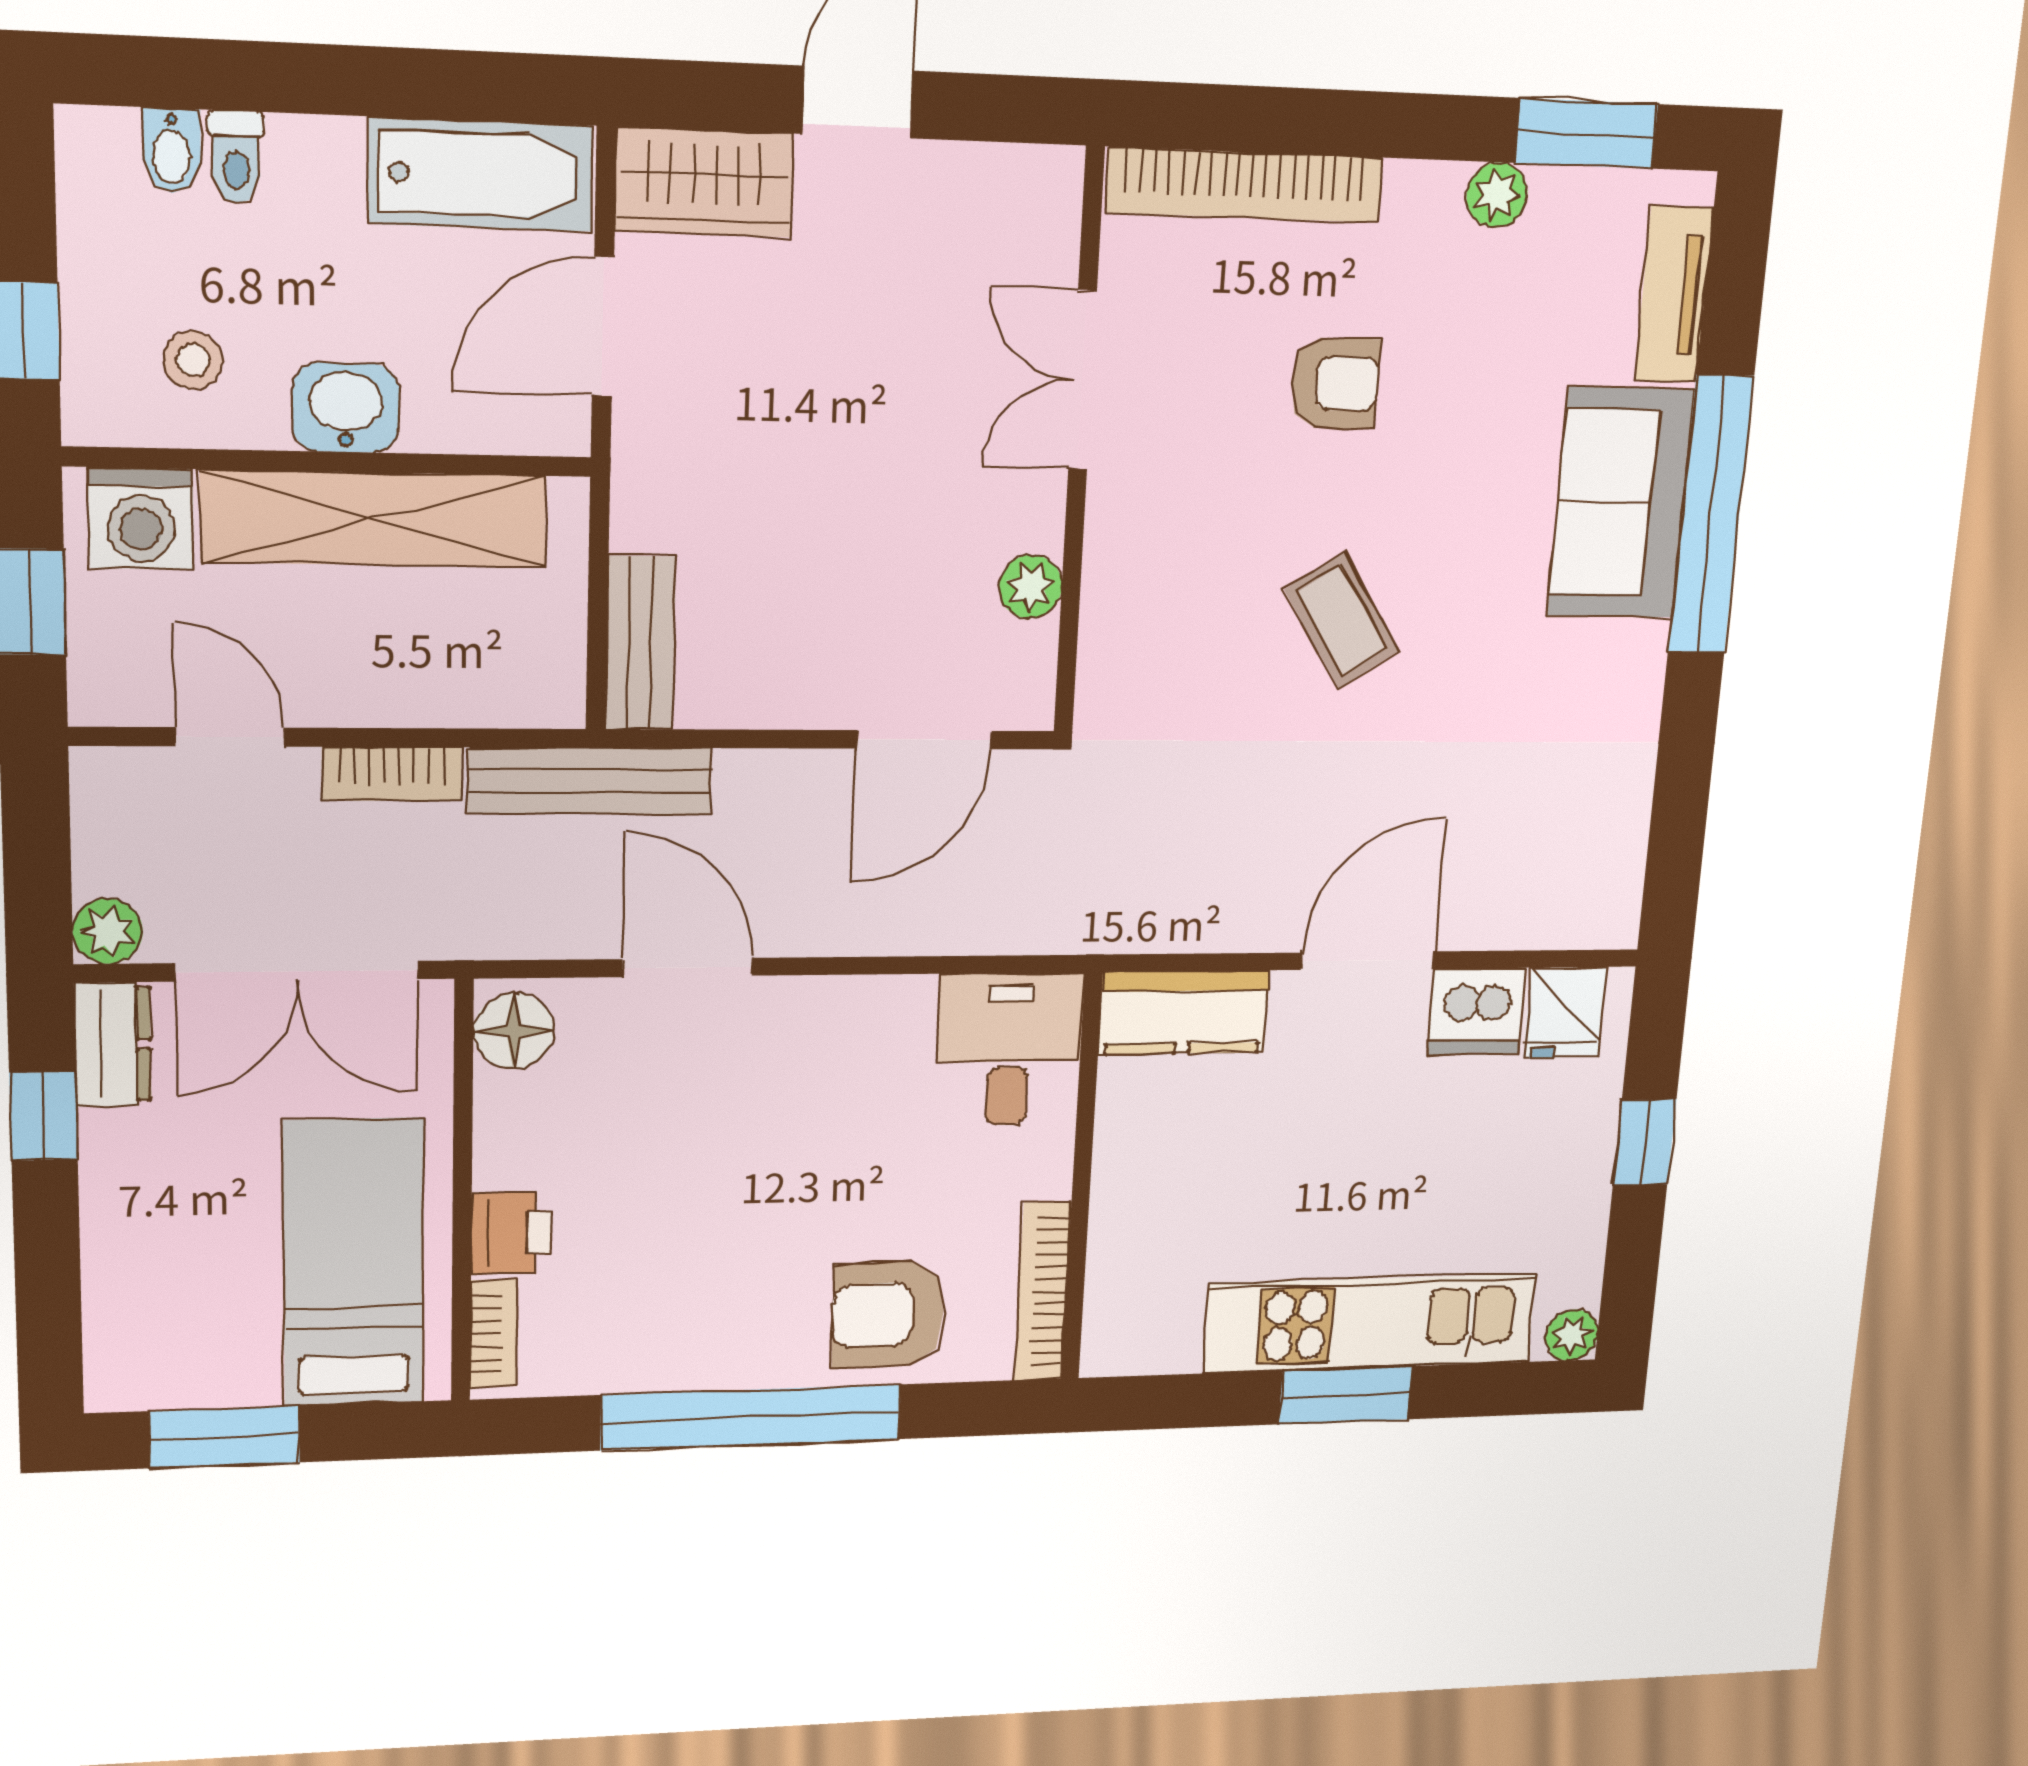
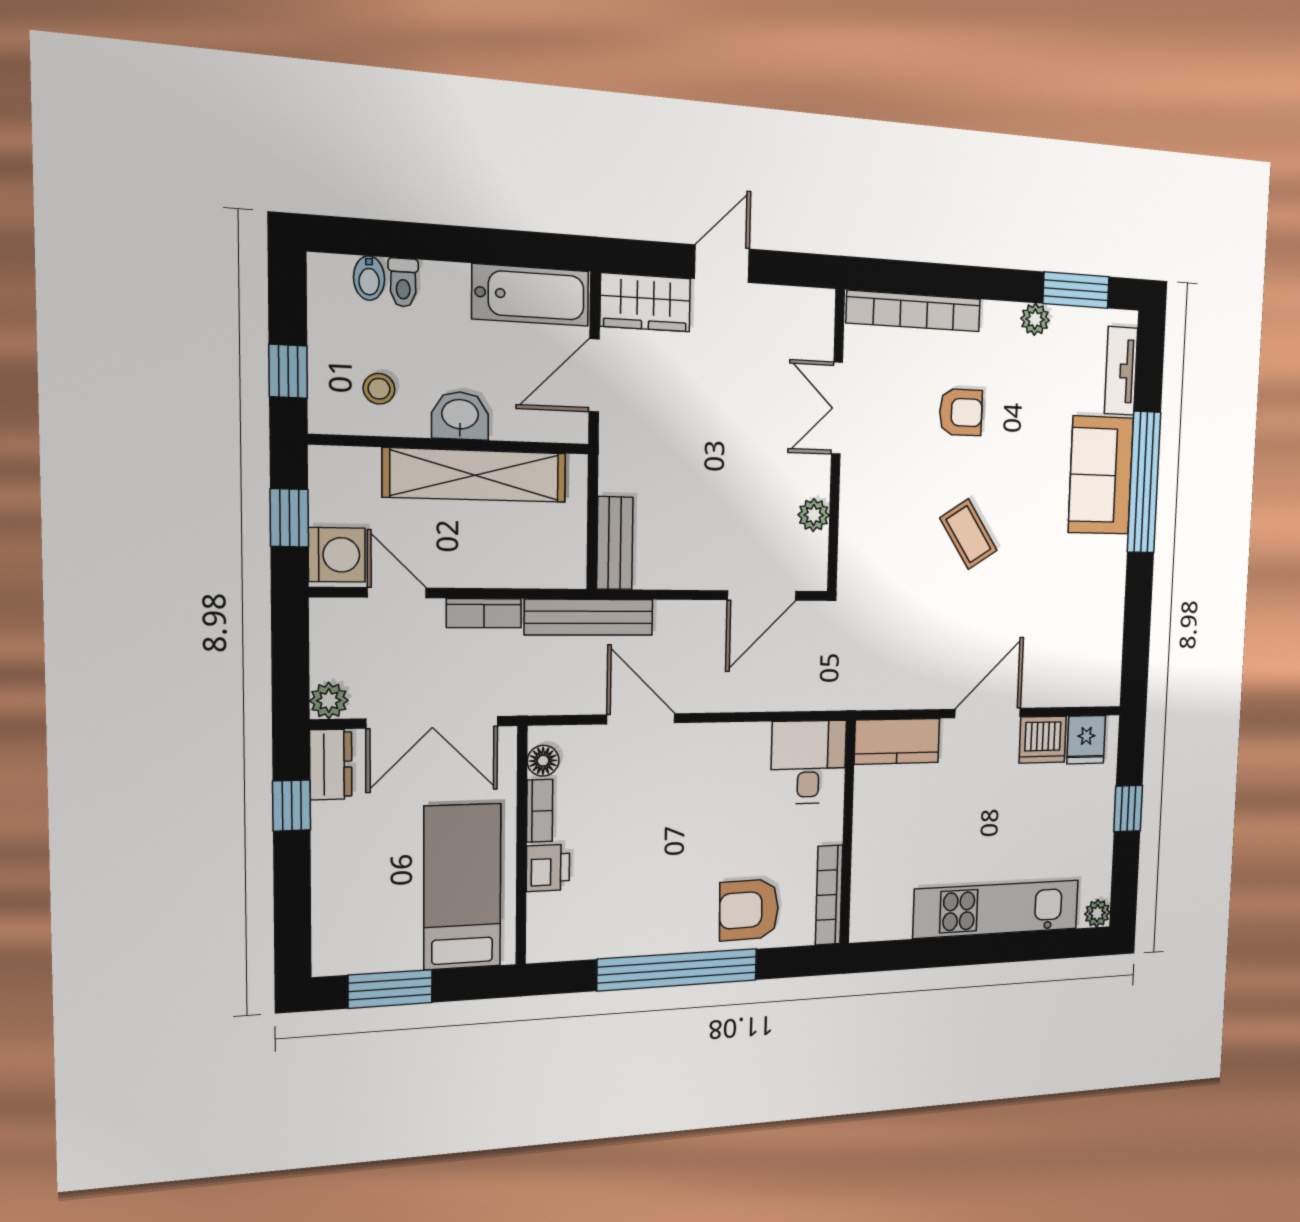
washing machine: (141, 519) -> (337, 555), moved, turned -90
floor lamp: (514, 1031) -> (543, 761), width x0.73, depth x0.73
bookcase: (494, 1333) -> (540, 811), moved
window: (1345, 1395) -> (985, 949), removed

